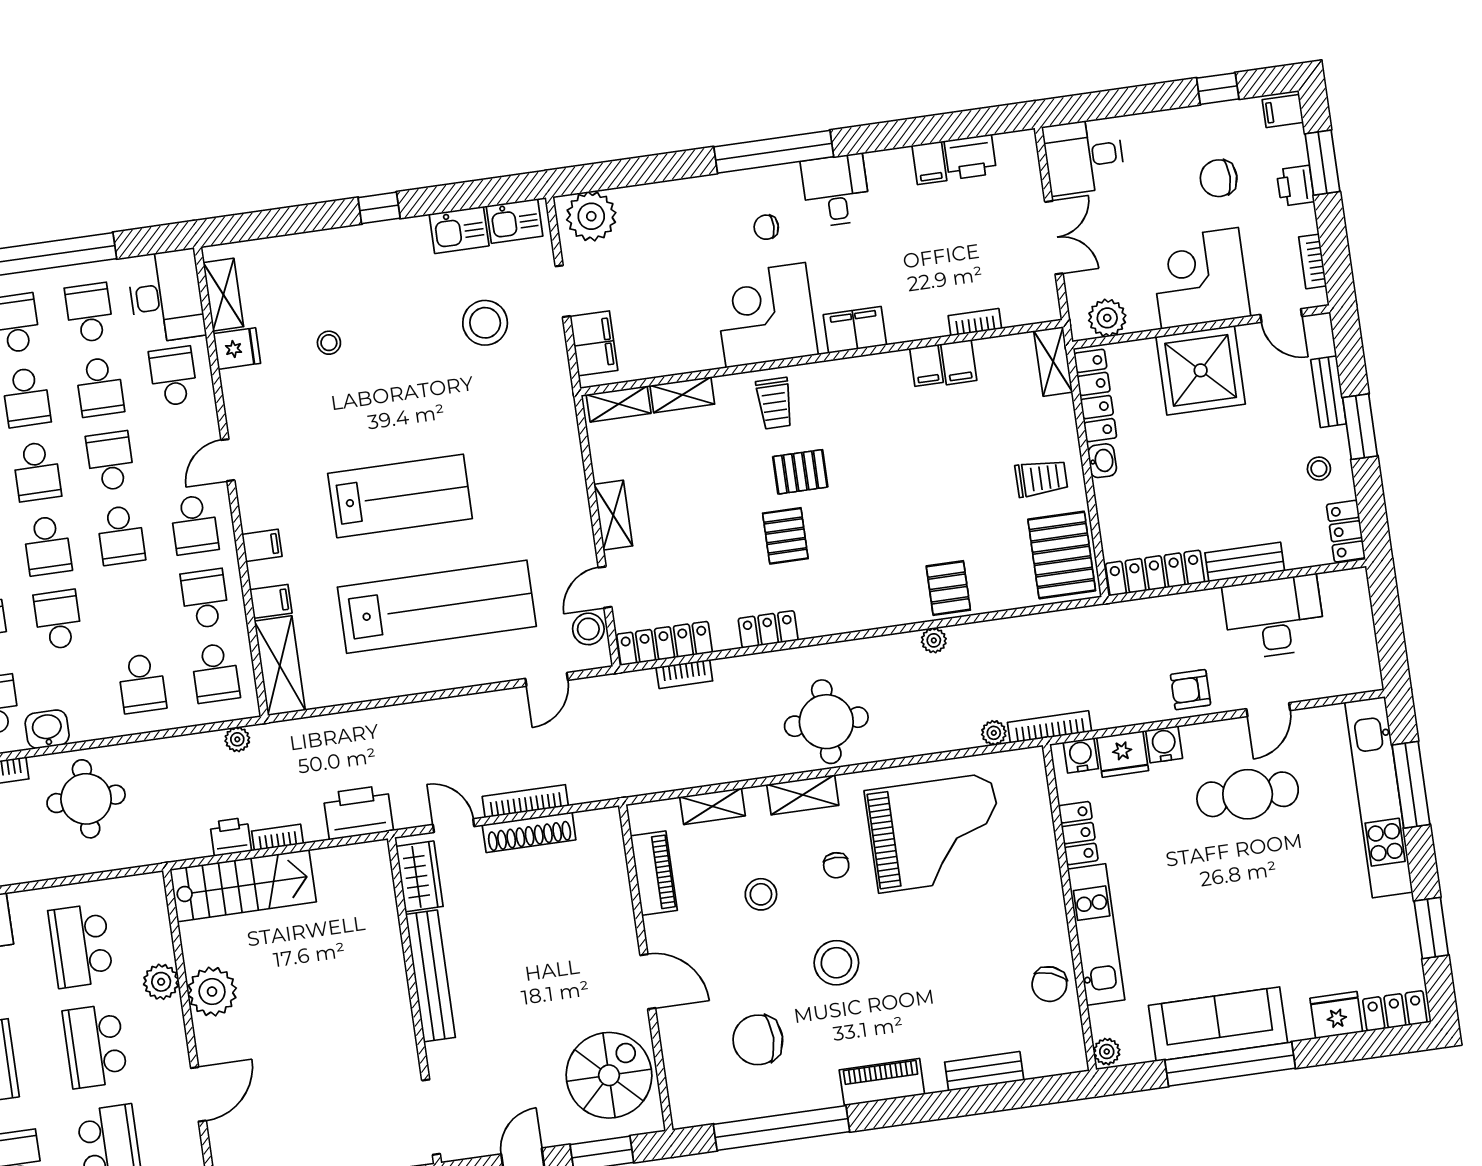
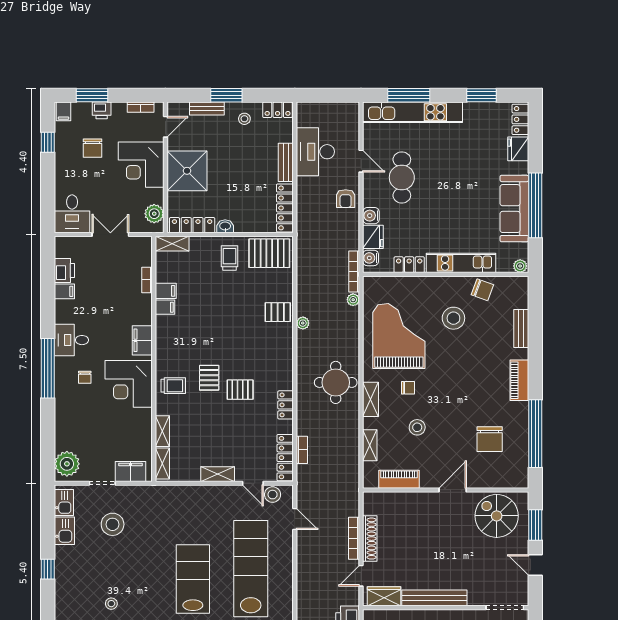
stool: (836, 963) -> (453, 318), moved

